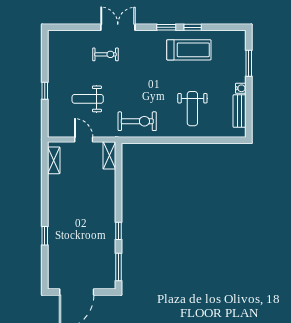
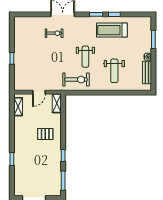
treadmill: (189, 50) -> (112, 30), turned 180
weight bench: (88, 99) -> (85, 57), moved, turned -90
door: (84, 139) -> (39, 92), swing flipped
pallet: (93, 200) -> (45, 134), added

